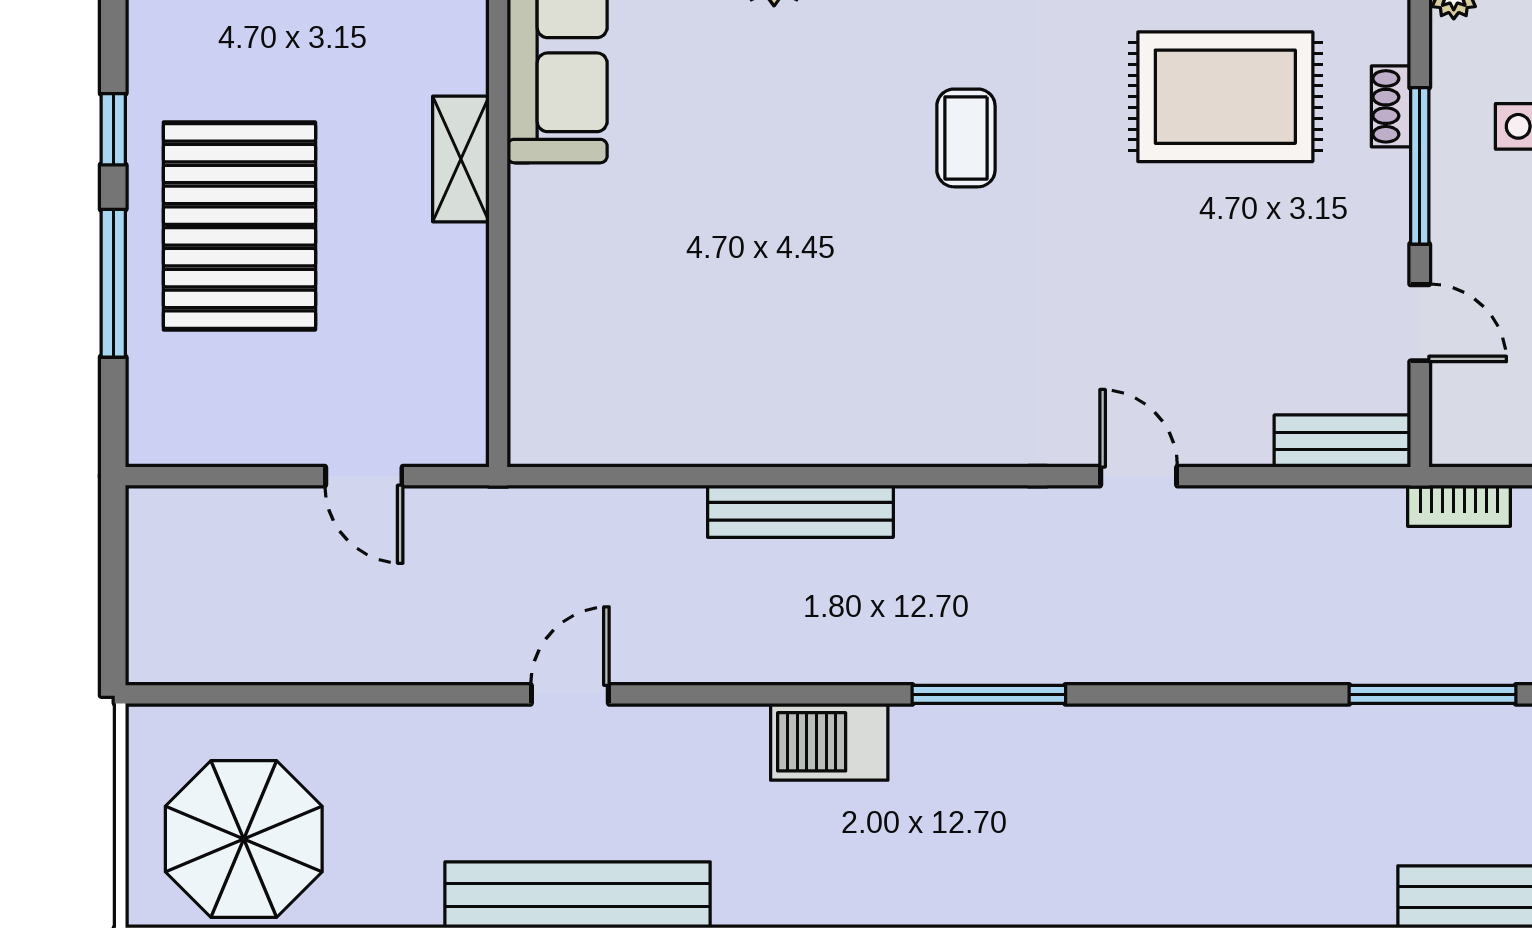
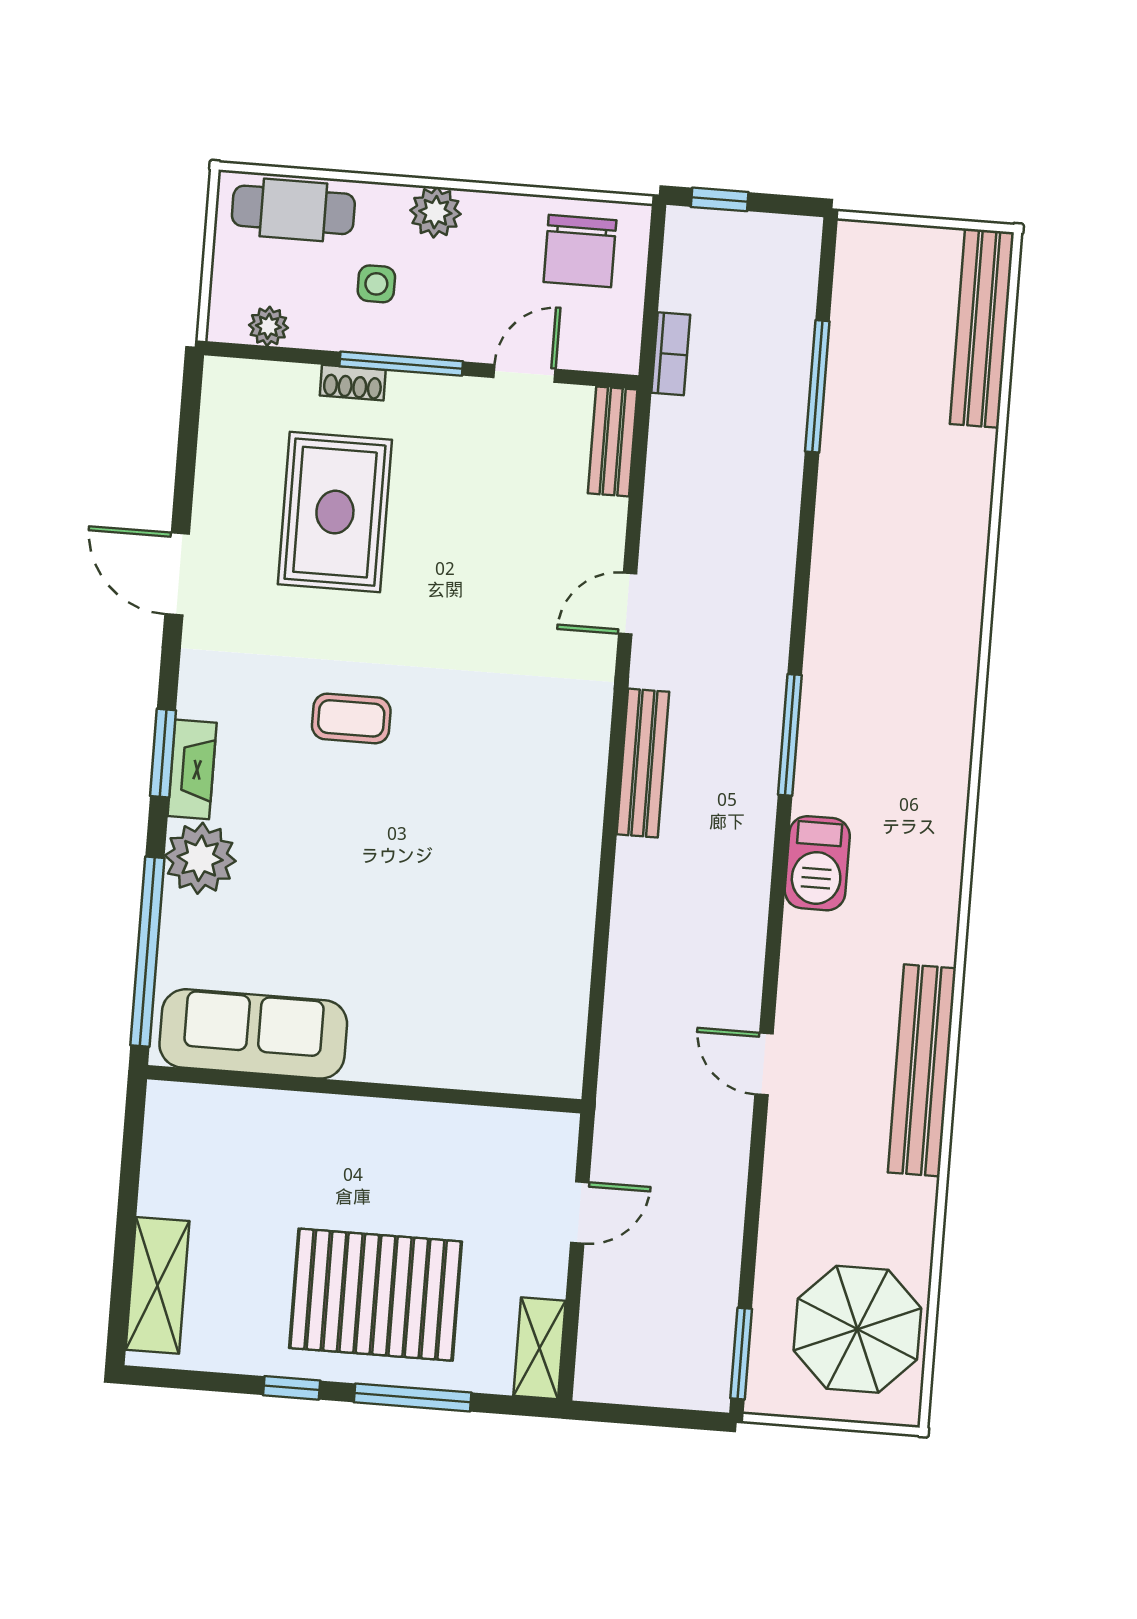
shelving: (461, 159) -> (540, 1348), moved, turned 90
bench: (800, 511) -> (643, 763), moved
window: (201, 694) -> (741, 1354), added

